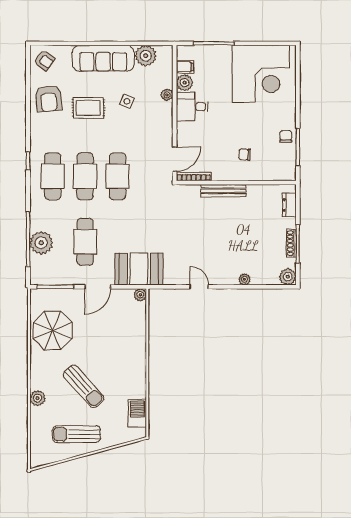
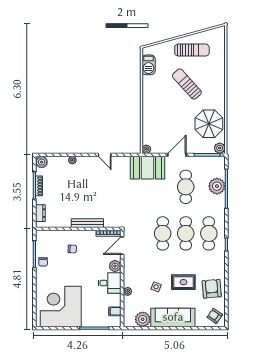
plant: (185, 83) -> (115, 266), moved
plant: (38, 398) -> (220, 148), moved

